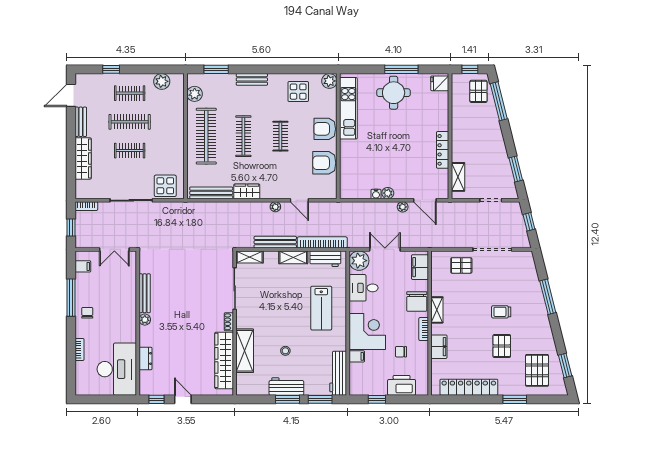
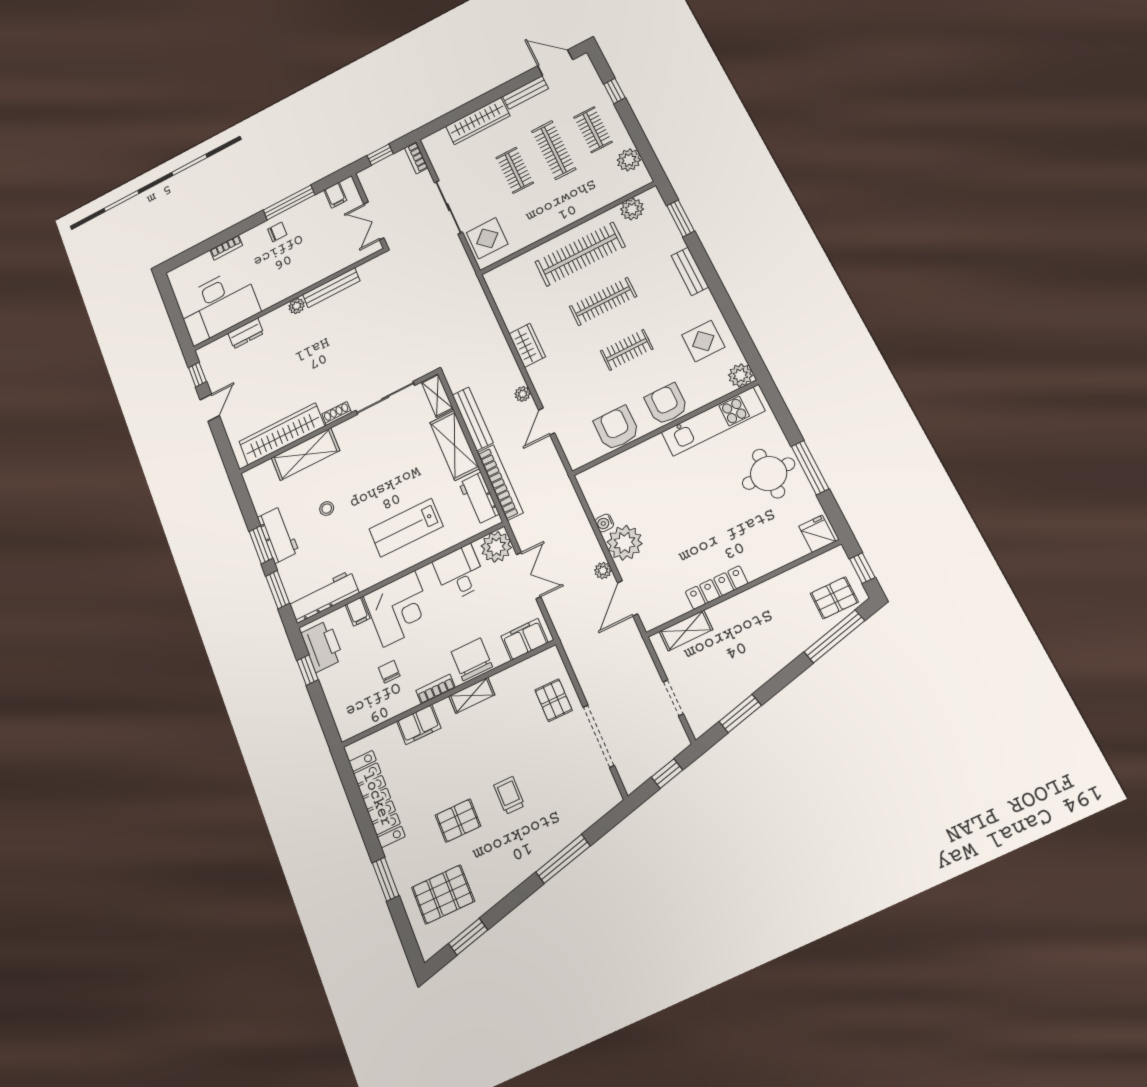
bench: (211, 193) -> (504, 301), removed
plant: (388, 193) -> (625, 543), width x1.88, depth x1.88
shelving: (293, 257) -> (455, 445), width x1.50, depth x1.33
chair: (417, 301) -> (472, 659), turned 90
printer: (402, 385) -> (322, 646), moved

